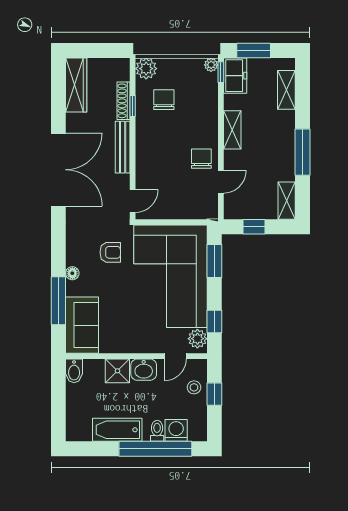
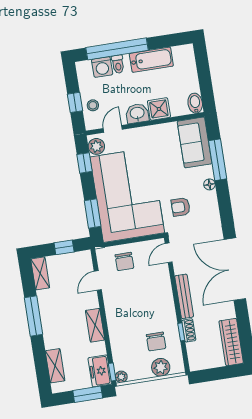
plant: (146, 69) -> (161, 367), moved
shoe rack: (123, 101) -> (189, 330), width x0.70
chair: (201, 159) -> (124, 261), moved

